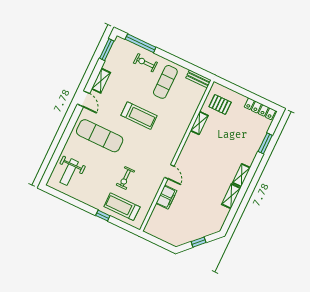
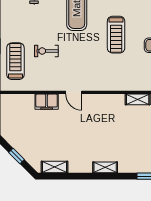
door: (169, 172) -> (74, 92), hinge flipped
shelving: (231, 196) -> (54, 167), moved

